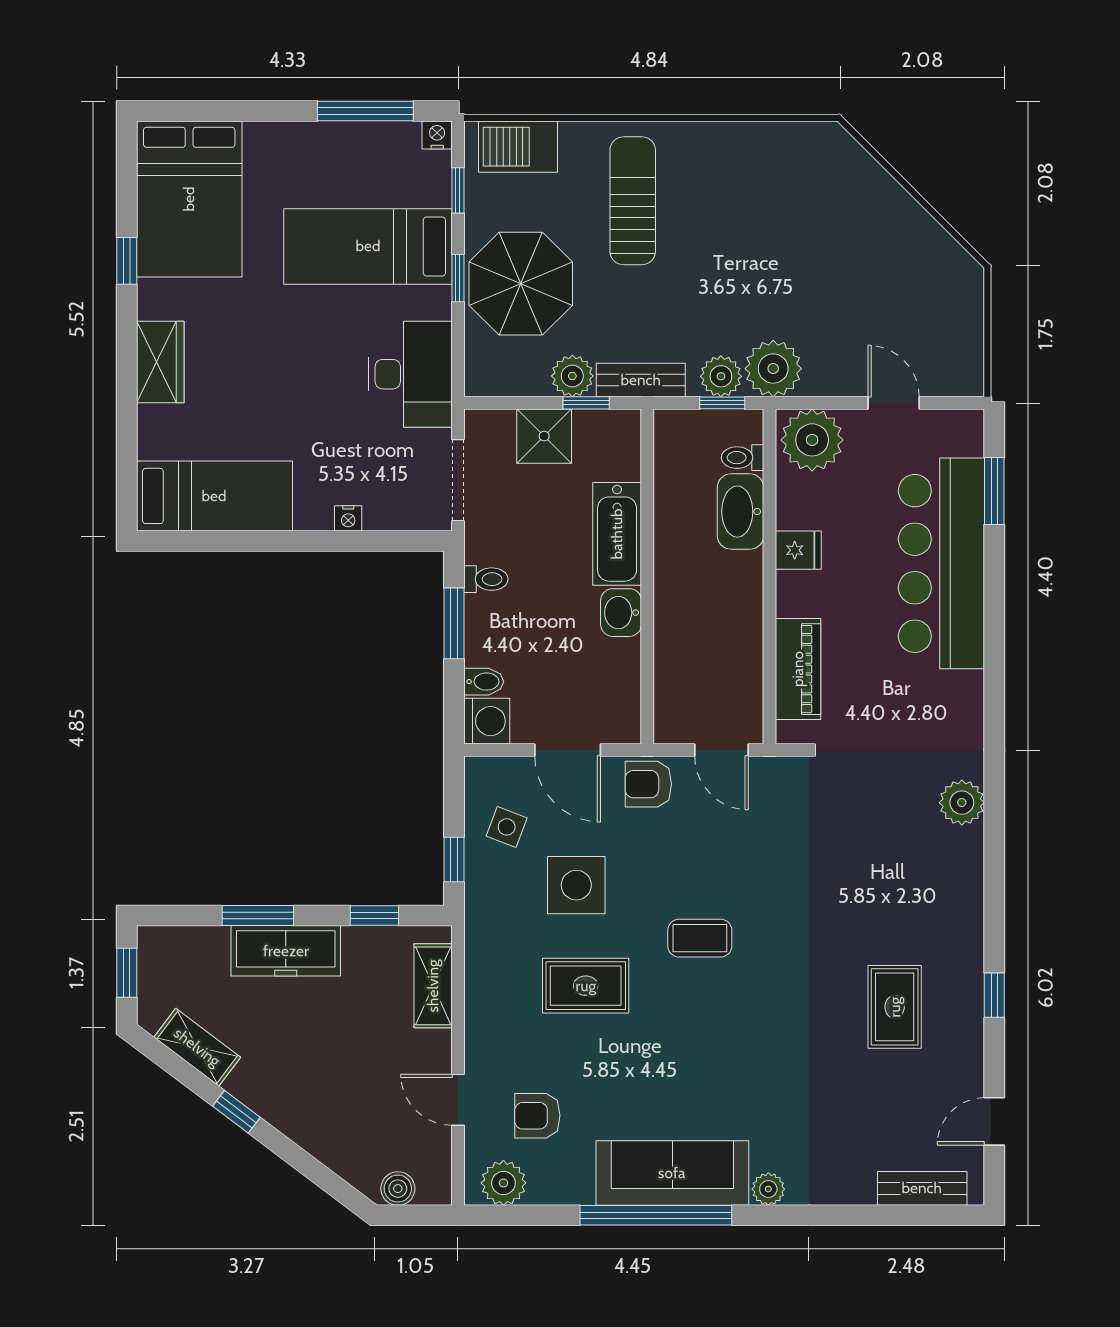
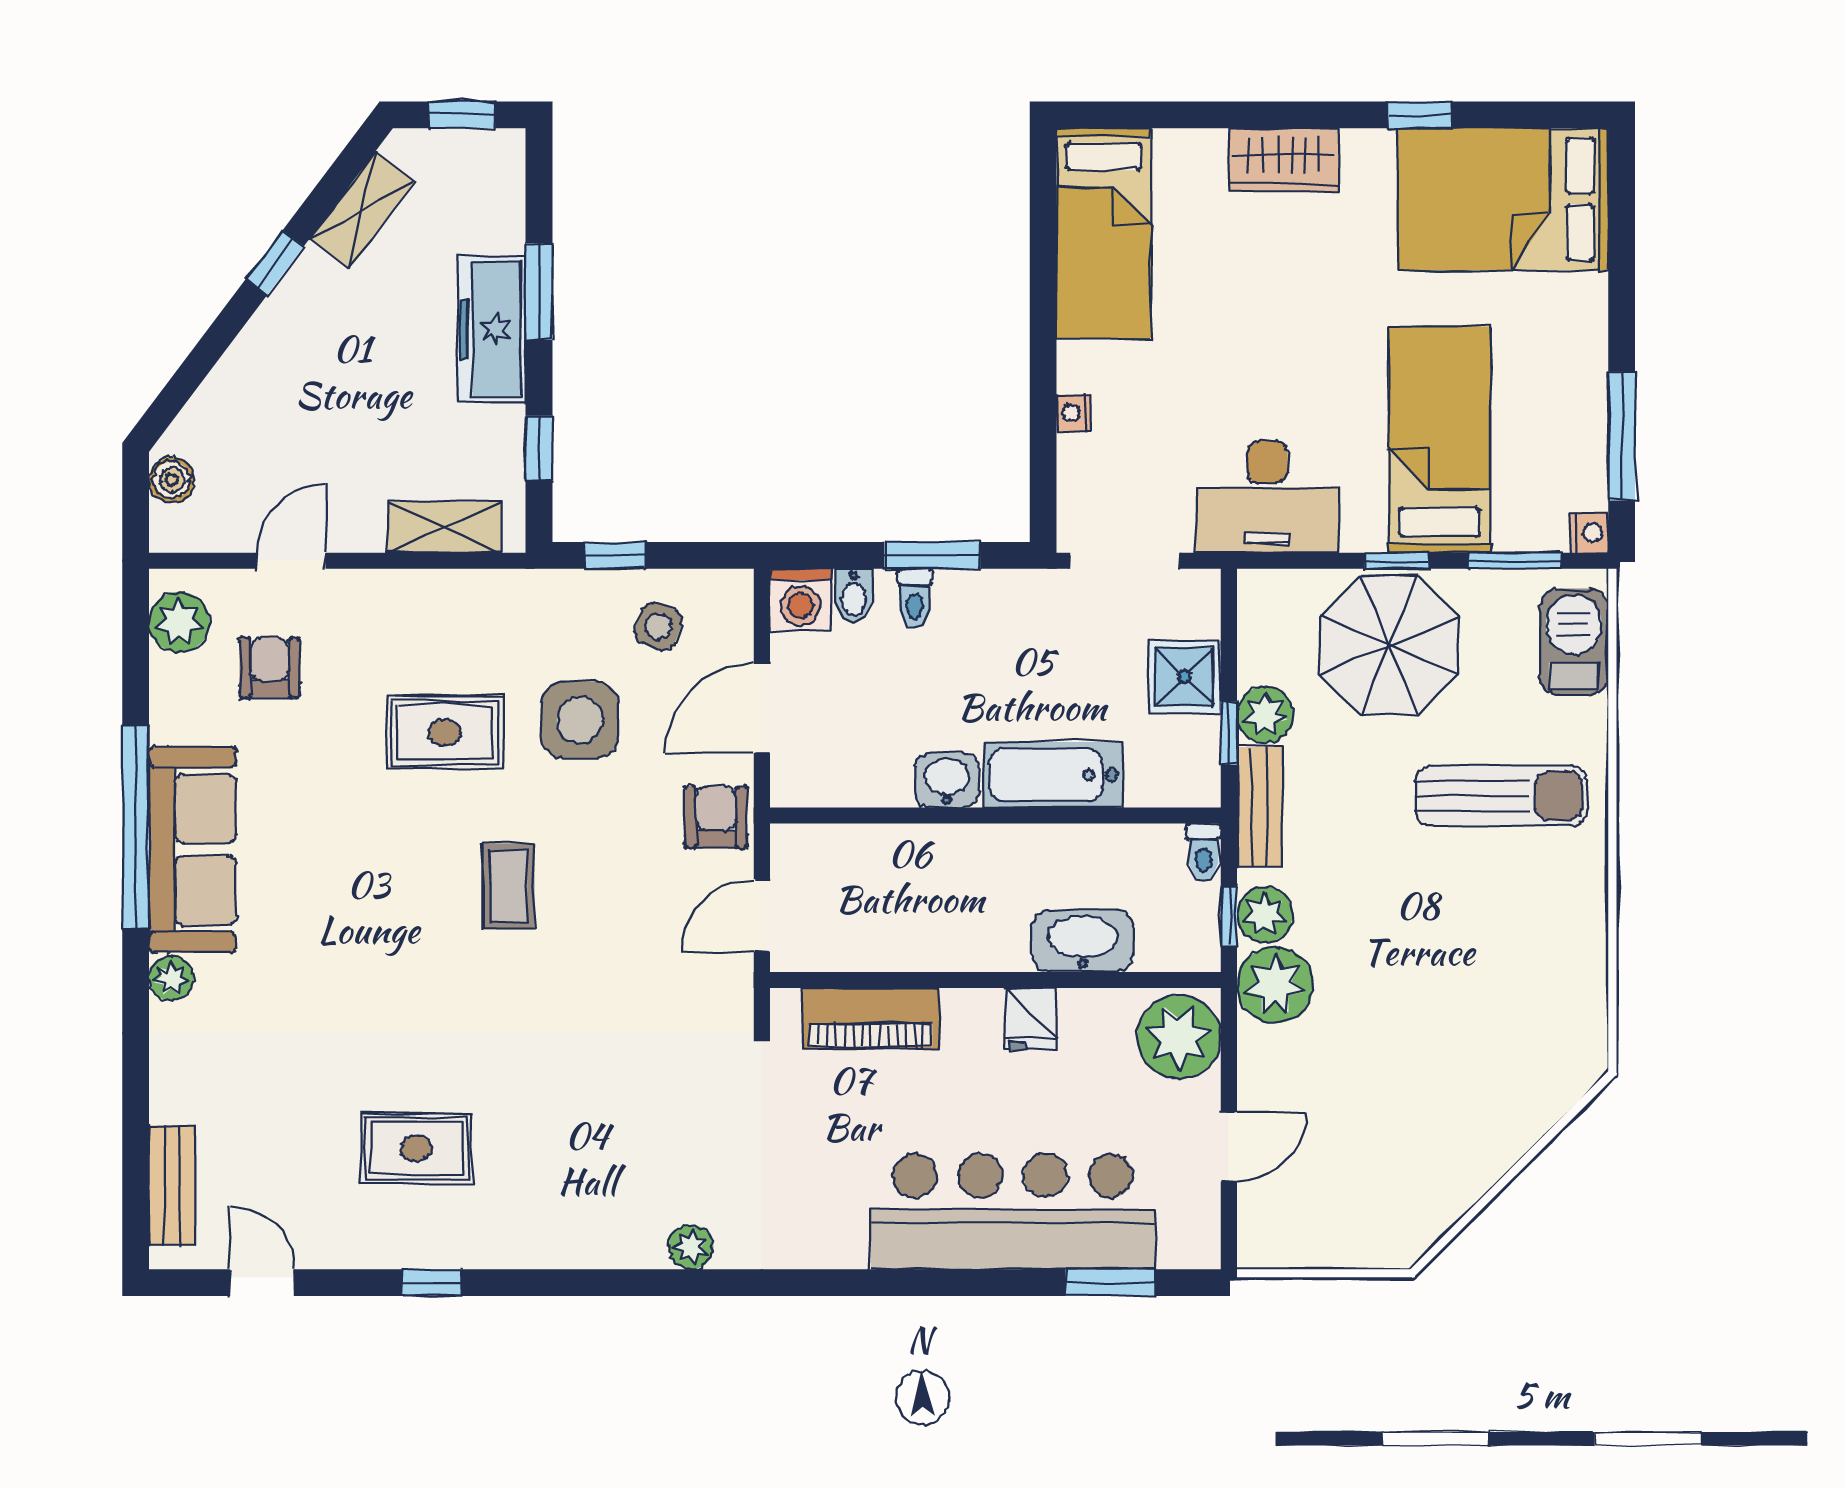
window: (458, 190) -> (1515, 561), width x1.50
toilet: (743, 458) -> (1204, 852), moved, turned 180
toilet: (486, 579) -> (915, 598), moved
plant: (962, 803) -> (691, 1247), width x0.73, depth x0.73
rug: (586, 986) -> (445, 733), turned 90

